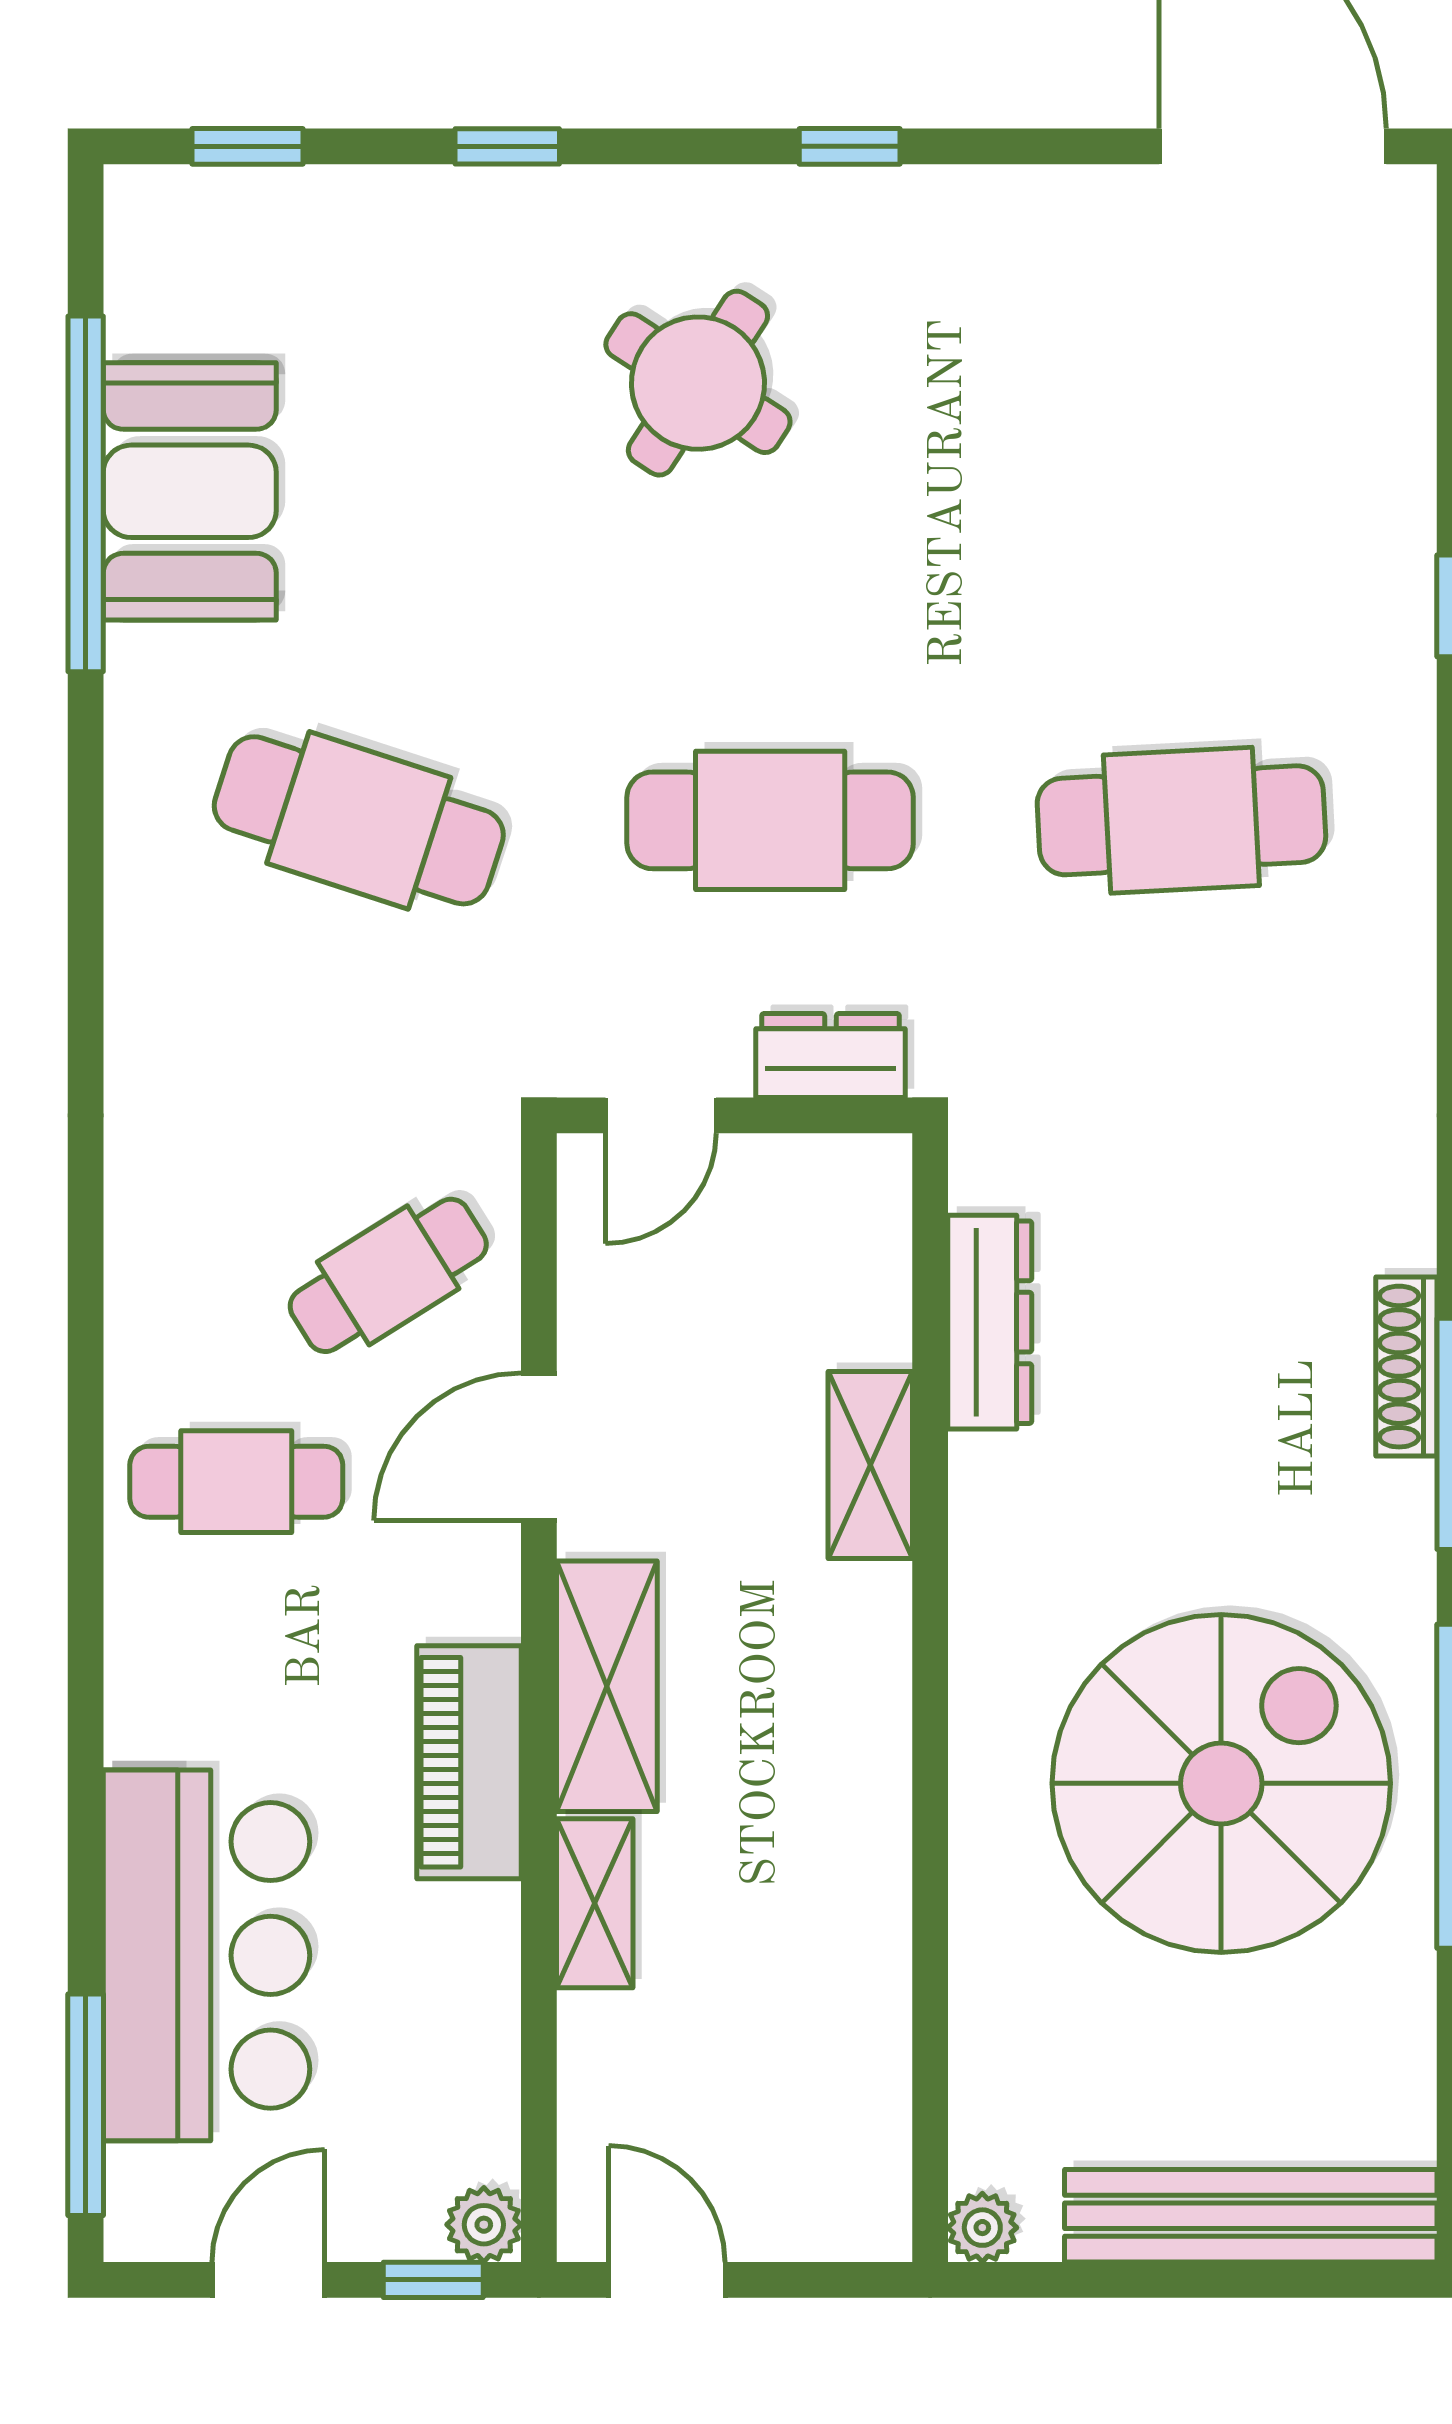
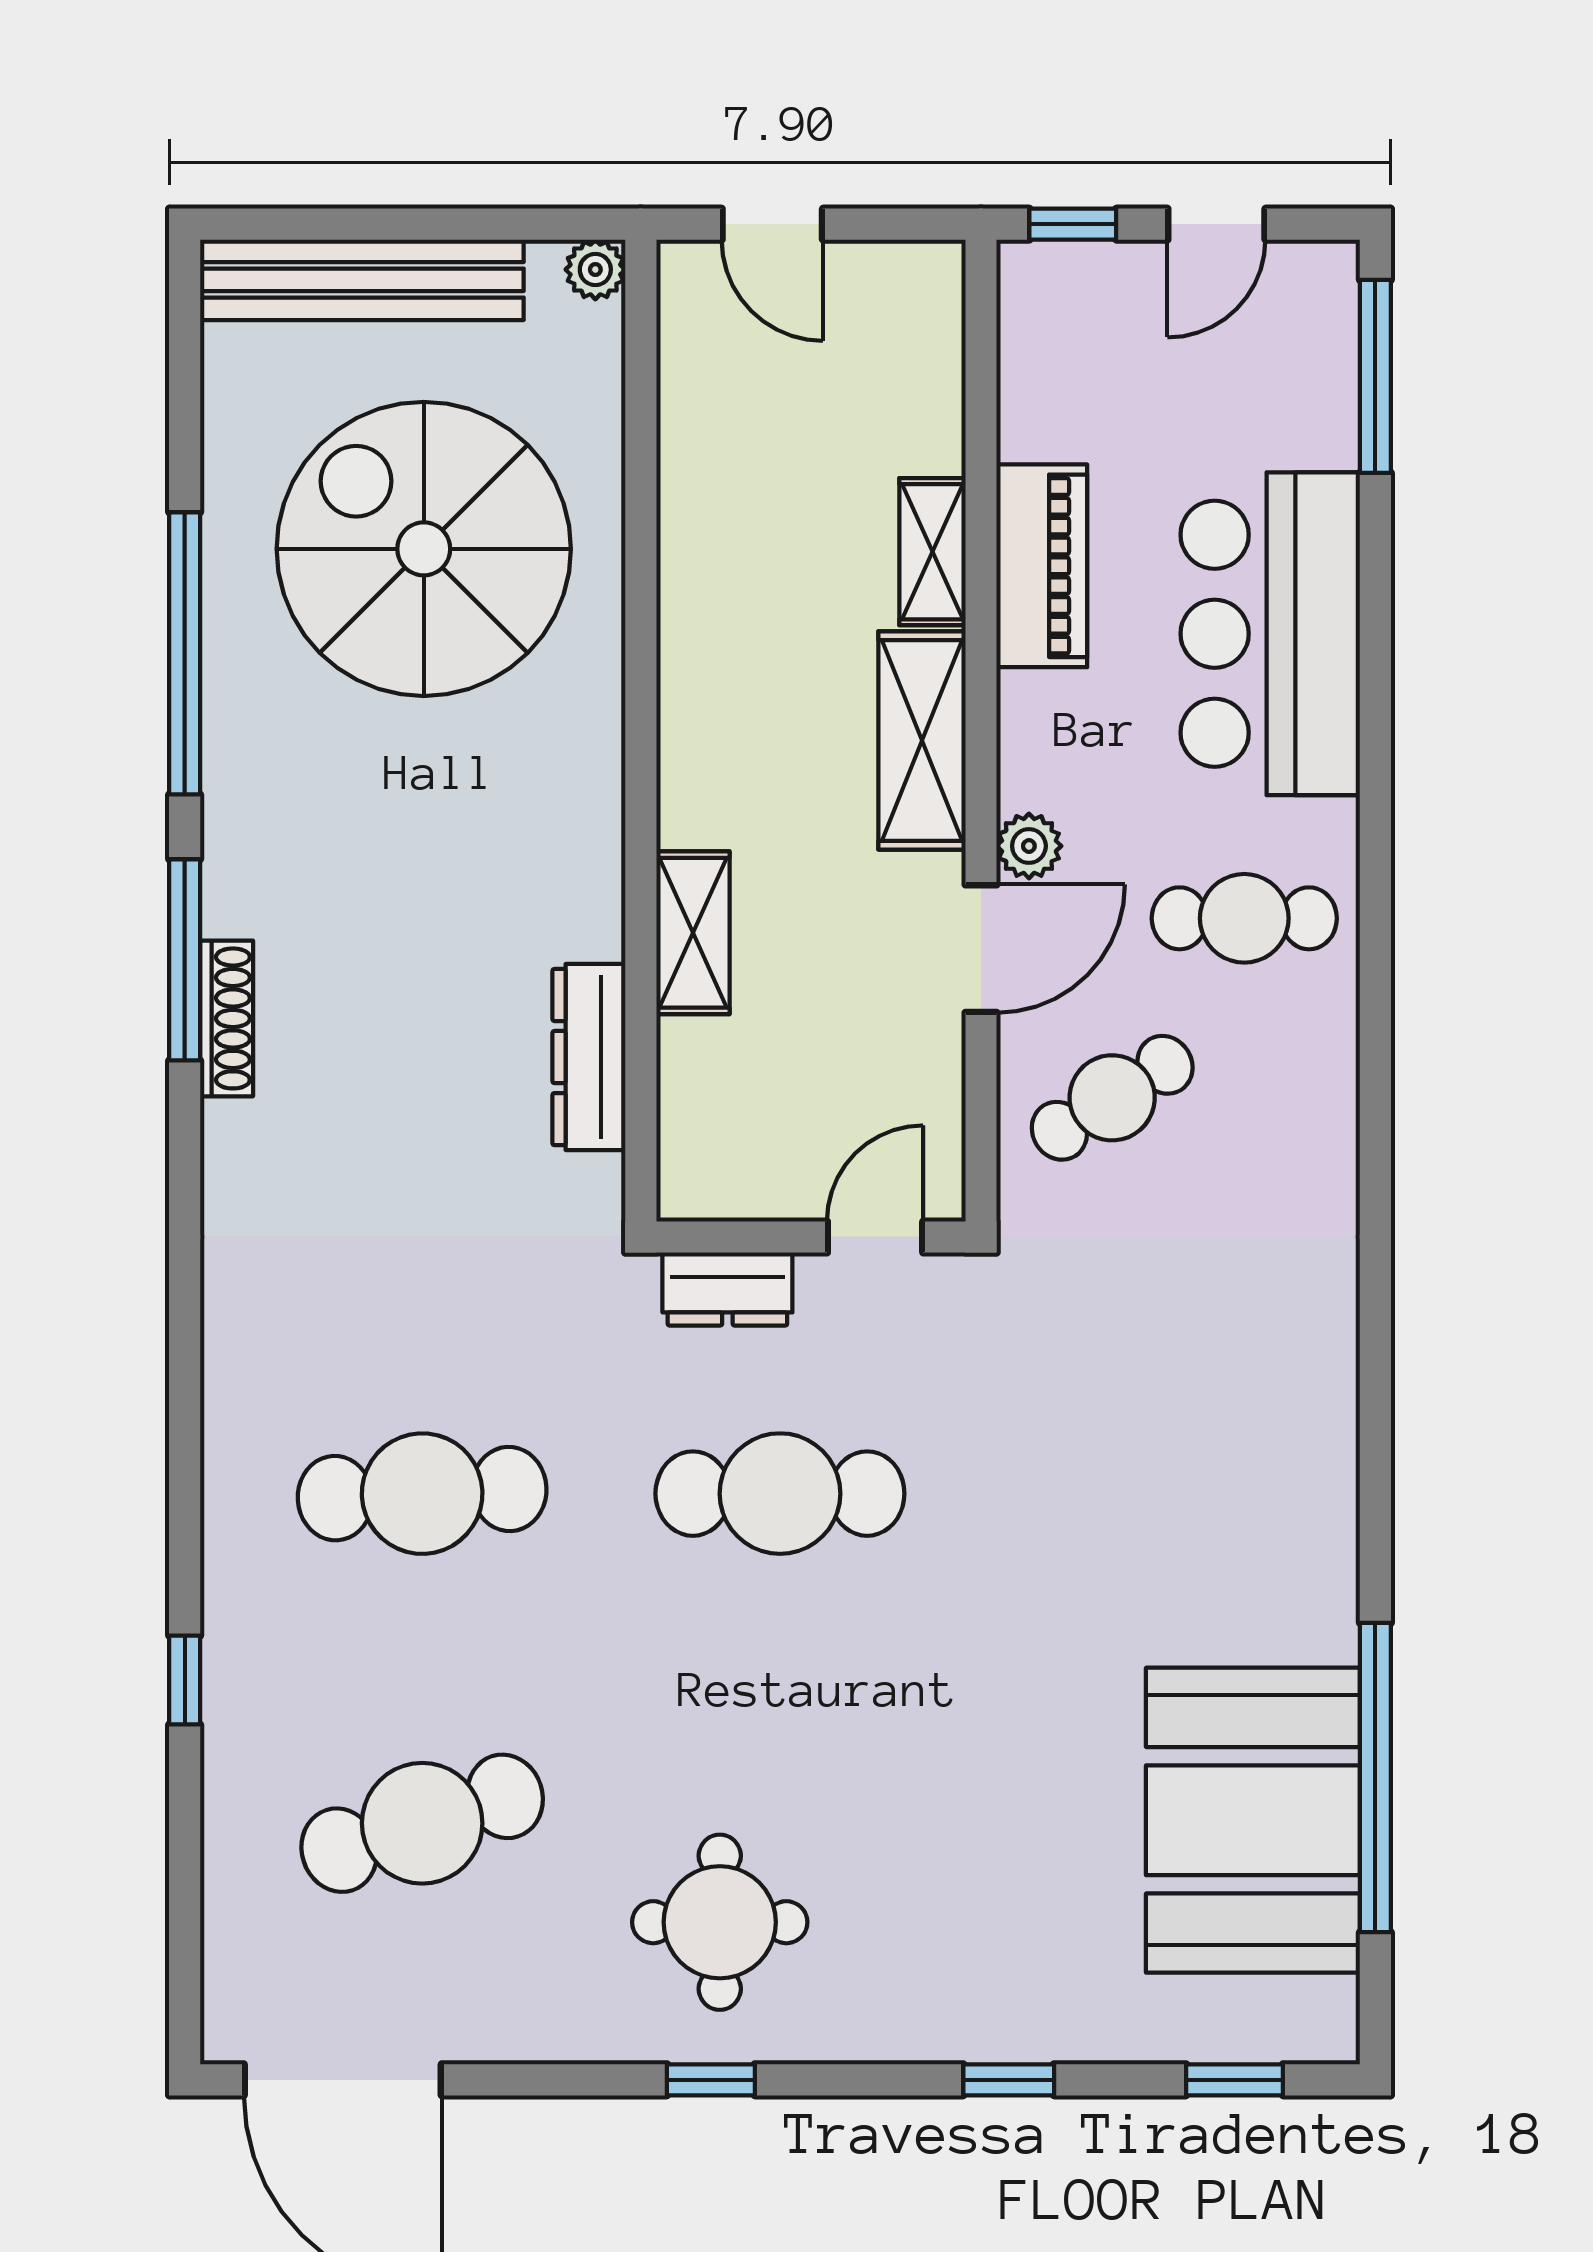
round table: (698, 383) -> (720, 1922), moved, turned -33
booth: (190, 491) -> (1253, 1820), width x1.36, depth x1.42
cafe table: (359, 820) -> (422, 1823), moved, turned -36
piano: (469, 1762) -> (1042, 566), moved
spiral stairs: (1221, 1783) -> (424, 549), moved, turned 90
bar counter: (206, 1955) -> (1270, 634), moved
plant: (484, 2225) -> (1029, 846), moved
door: (667, 2280) -> (772, 224), moved

